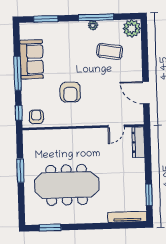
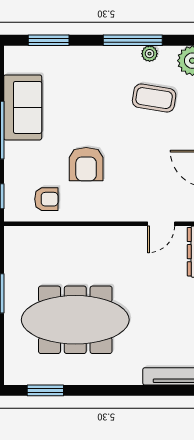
plant: (93, 25) -> (150, 54), moved
armchair: (36, 117) -> (46, 199), moved, turned 90

